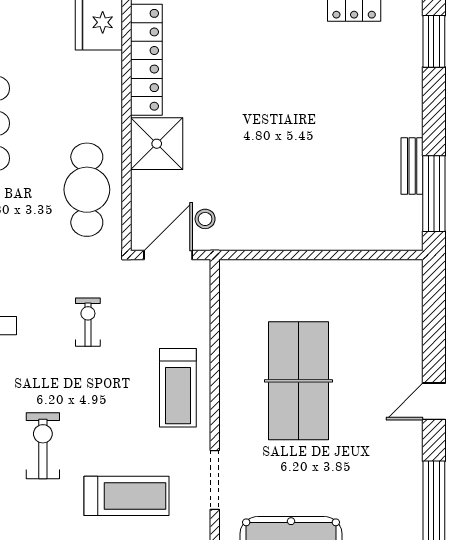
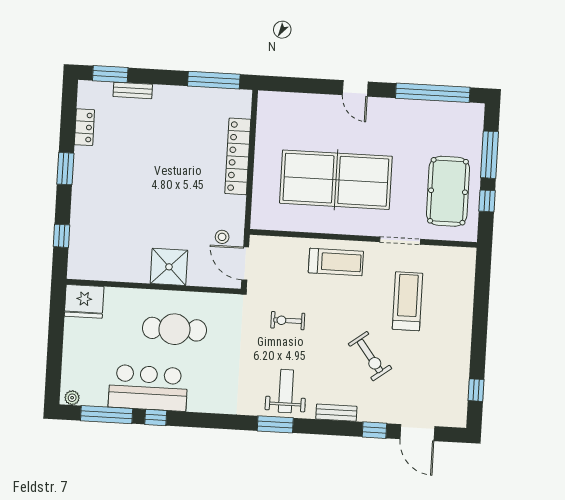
locker: (146, 60) -> (238, 156), moved, turned -90
bench: (412, 166) -> (133, 90), moved
cafe table: (87, 190) -> (174, 329), moved
table tennis table: (298, 381) -> (336, 180), width x1.36, depth x1.32
exercise bike: (43, 446) -> (370, 356), turned -127

